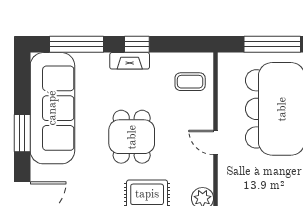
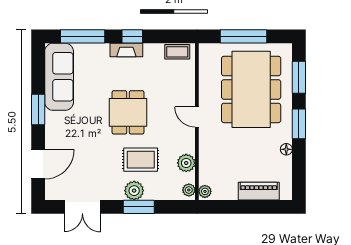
coffee table: (190, 82) -> (177, 52), moved
sofa: (52, 108) -> (59, 77), width x0.74, depth x0.79

